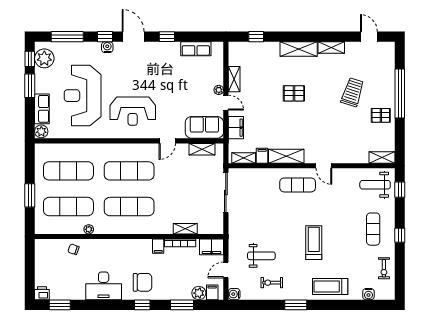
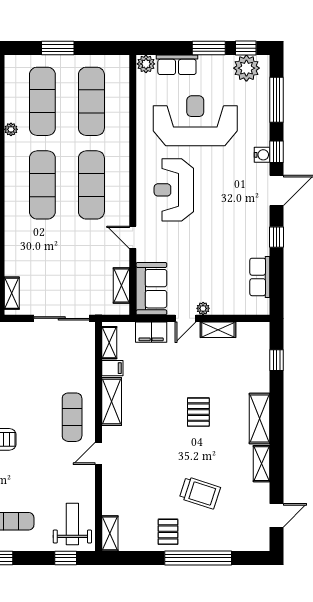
shelving: (185, 229) -> (12, 293), moved

